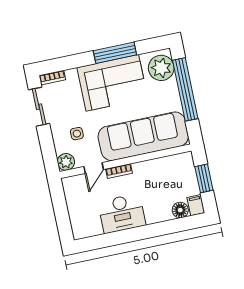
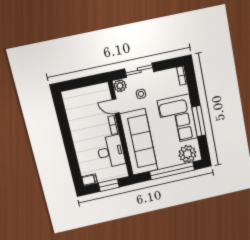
sliding door: (39, 107) -> (139, 70), moved
floor lamp: (180, 210) -> (86, 169), removed
desk: (122, 213) -> (111, 151), moved, turned 180

